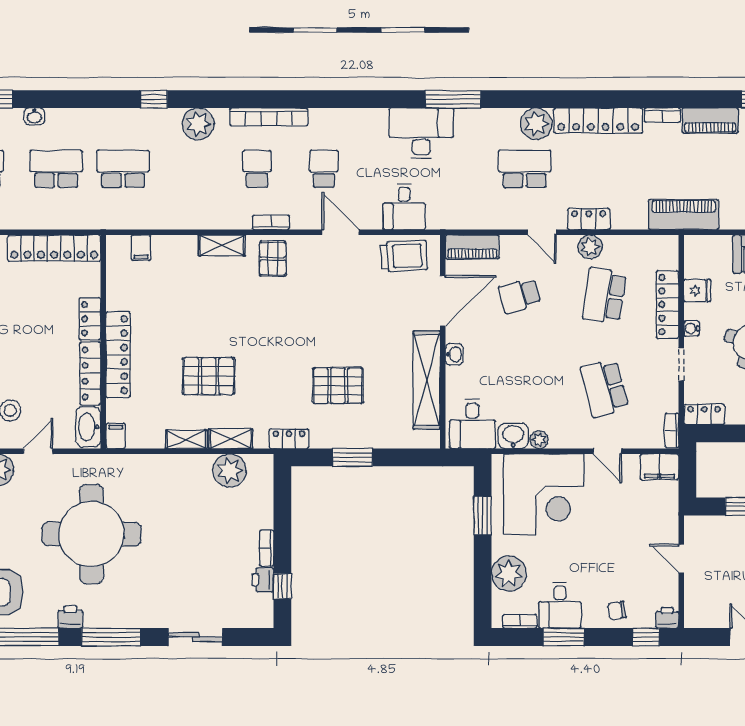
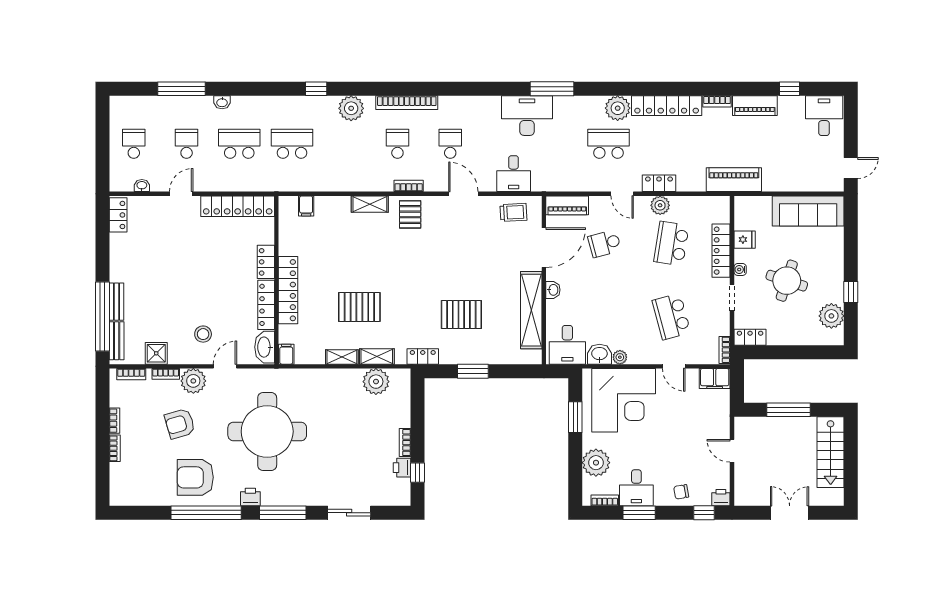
trolley: (404, 256) -> (513, 212), width x0.73, depth x0.72

